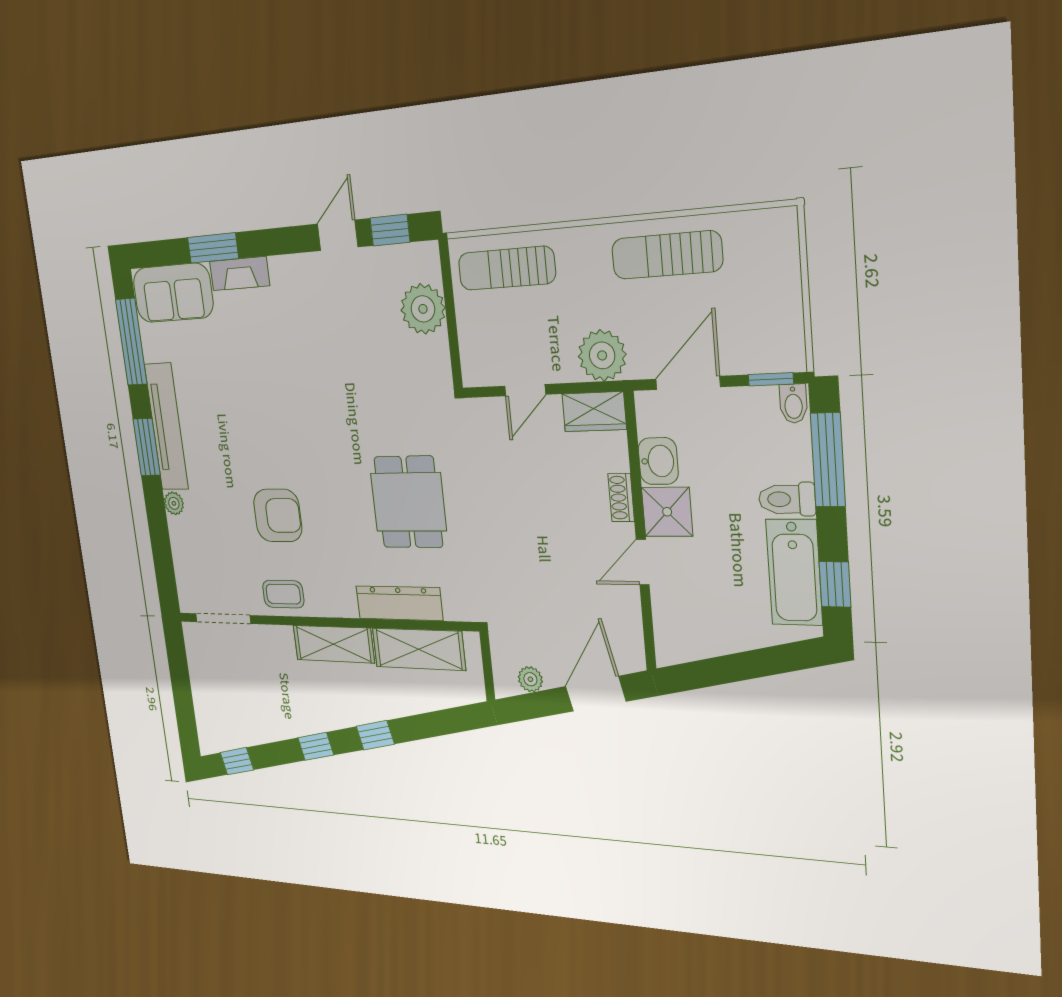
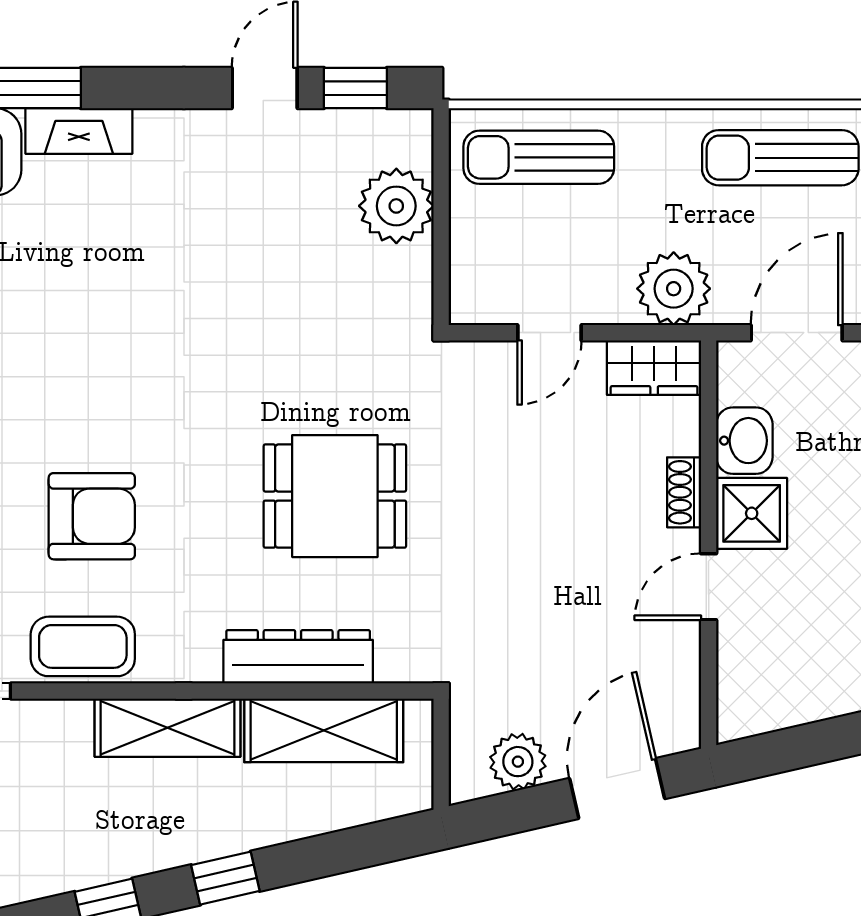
dining table: (408, 502) -> (335, 496), turned 90
coffee table: (283, 594) -> (83, 646), width x1.36, depth x1.30
plant: (530, 679) -> (518, 762), width x1.38, depth x1.38

